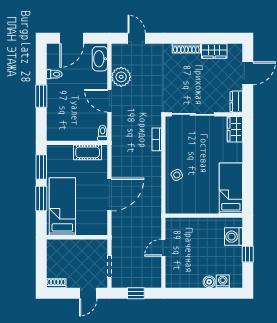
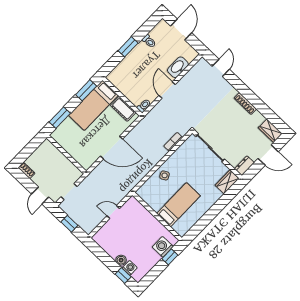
door: (72, 38) -> (181, 29), swing flipped
wardrobe: (214, 51) -> (270, 131), moved
washbasin: (100, 59) -> (178, 67), moved
plant: (121, 77) -> (188, 82), removed
bed: (231, 188) -> (179, 205), moved
window: (41, 198) -> (60, 118), moved
bed: (62, 206) -> (93, 105), moved, turned 180
window: (248, 254) -> (170, 257), moved
door: (88, 293) -> (40, 196), hinge flipped
window: (223, 293) -> (123, 276), added

